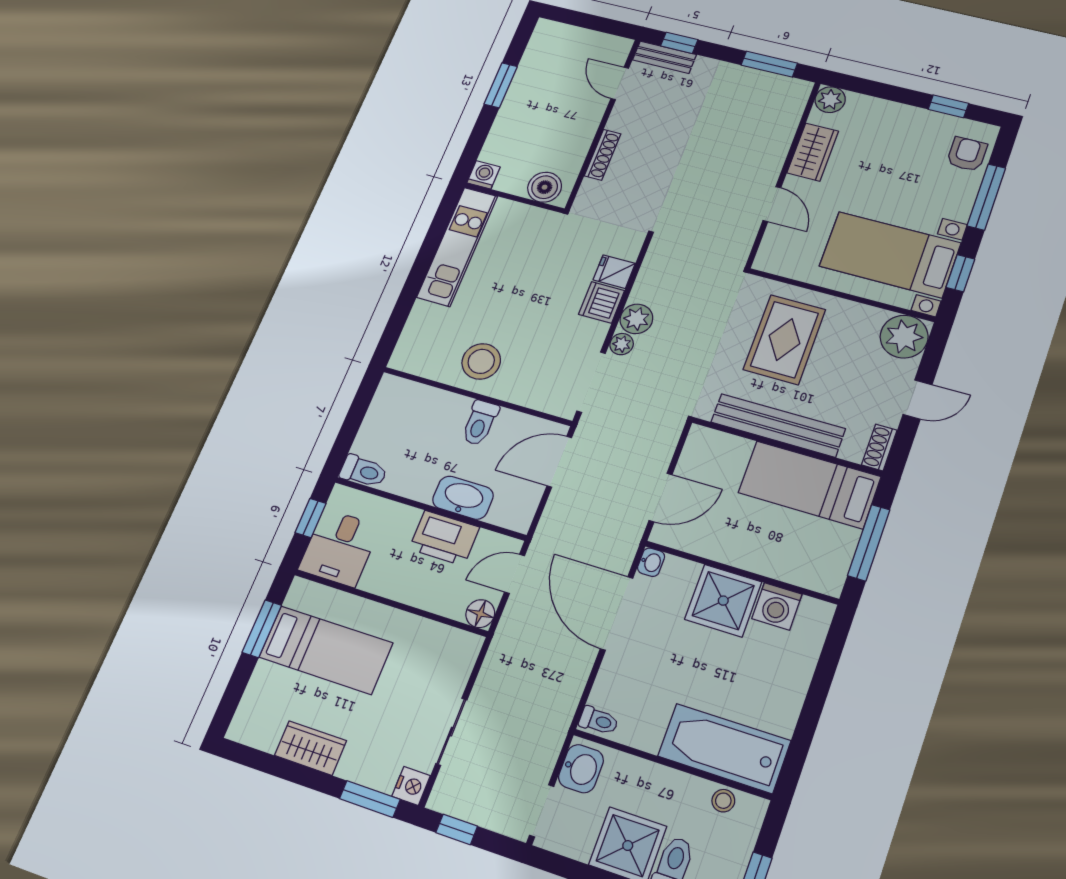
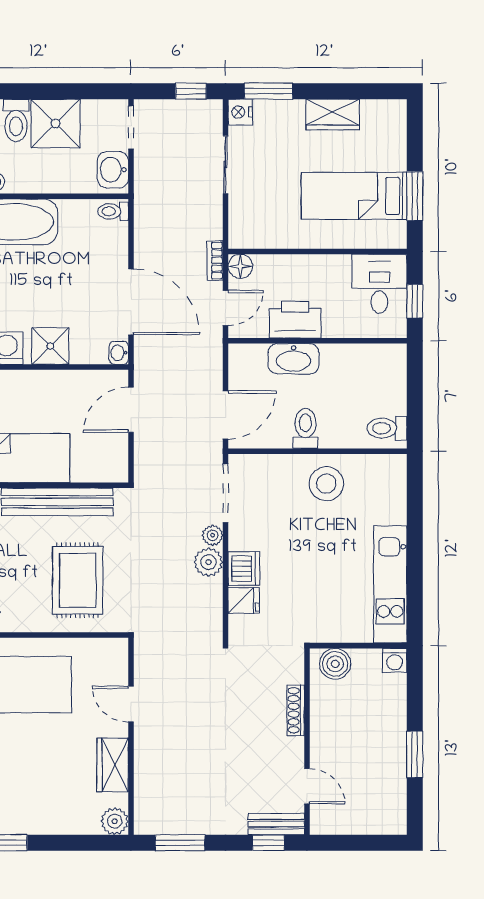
toilet: (363, 471) -> (387, 428), moved
shower: (723, 601) -> (50, 346), width x0.73, depth x0.73
bookcase: (506, 629) -> (215, 260), added

